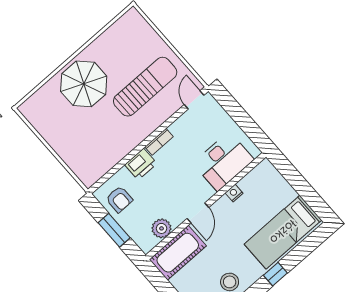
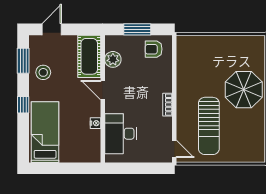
printer: (141, 164) -> (164, 81), removed

